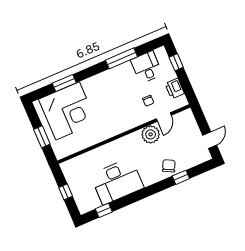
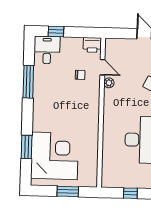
desk: (147, 67) -> (47, 50), moved, turned 90
printer: (175, 88) -> (92, 45), moved
plant: (151, 134) -> (109, 83), width x0.53, depth x0.53

